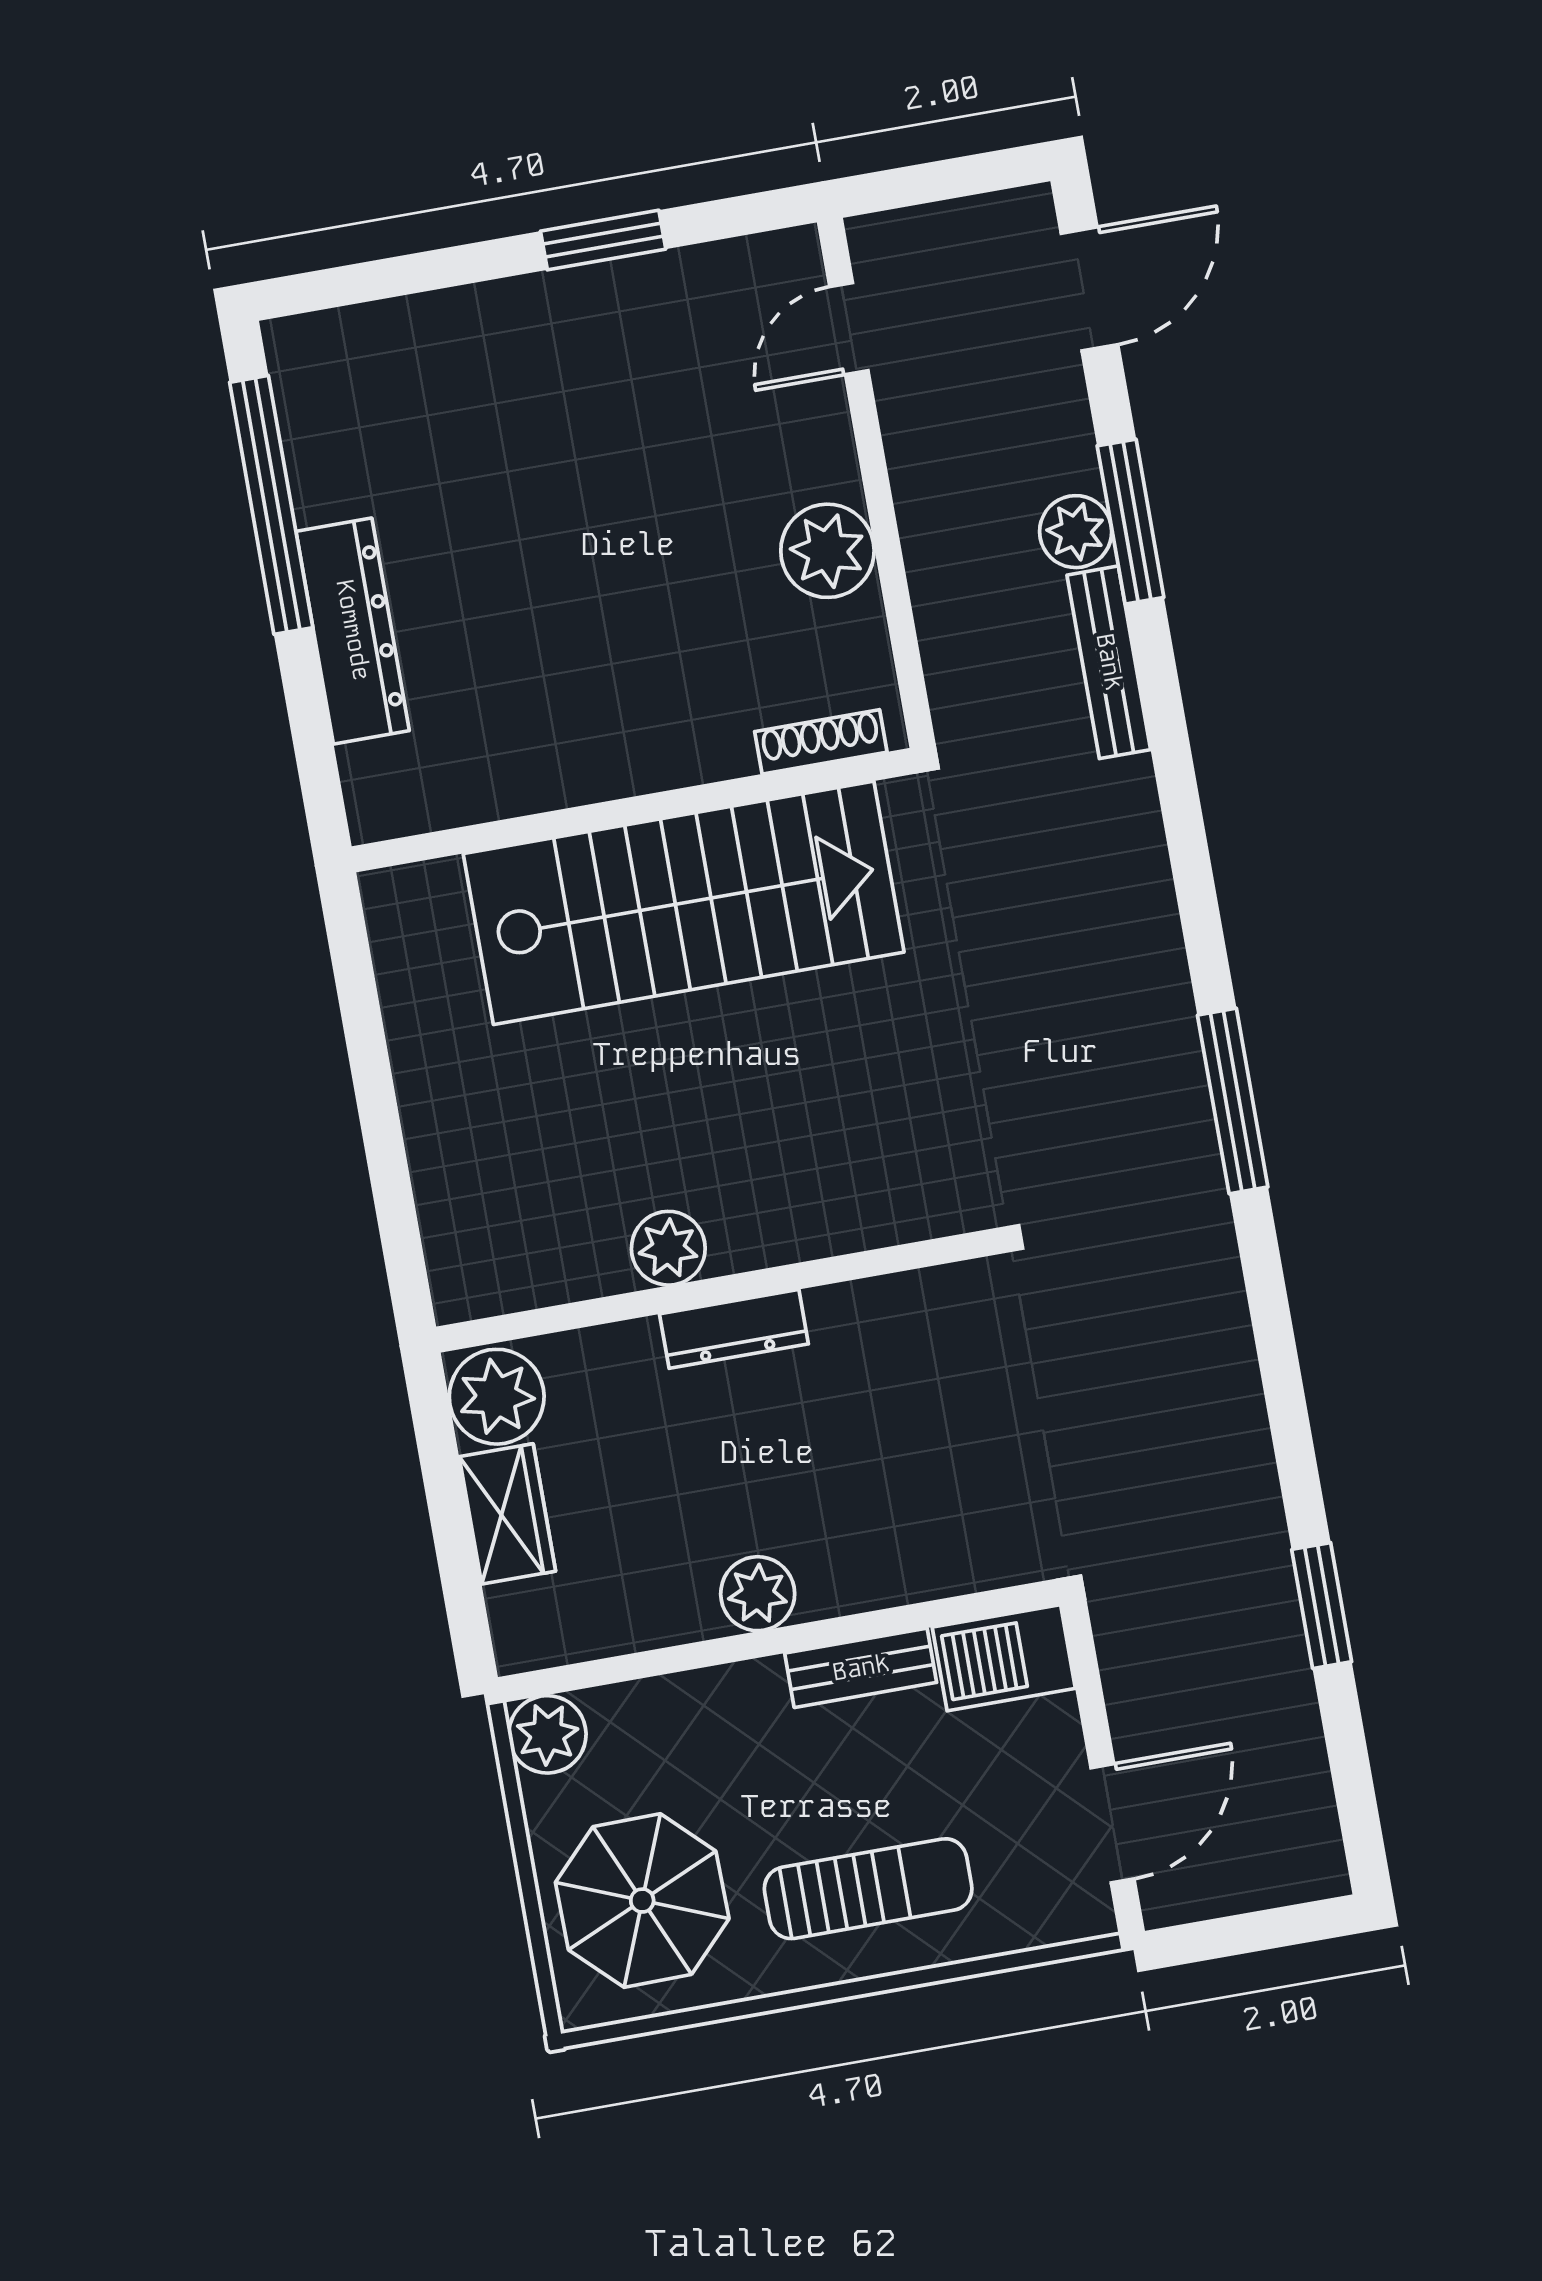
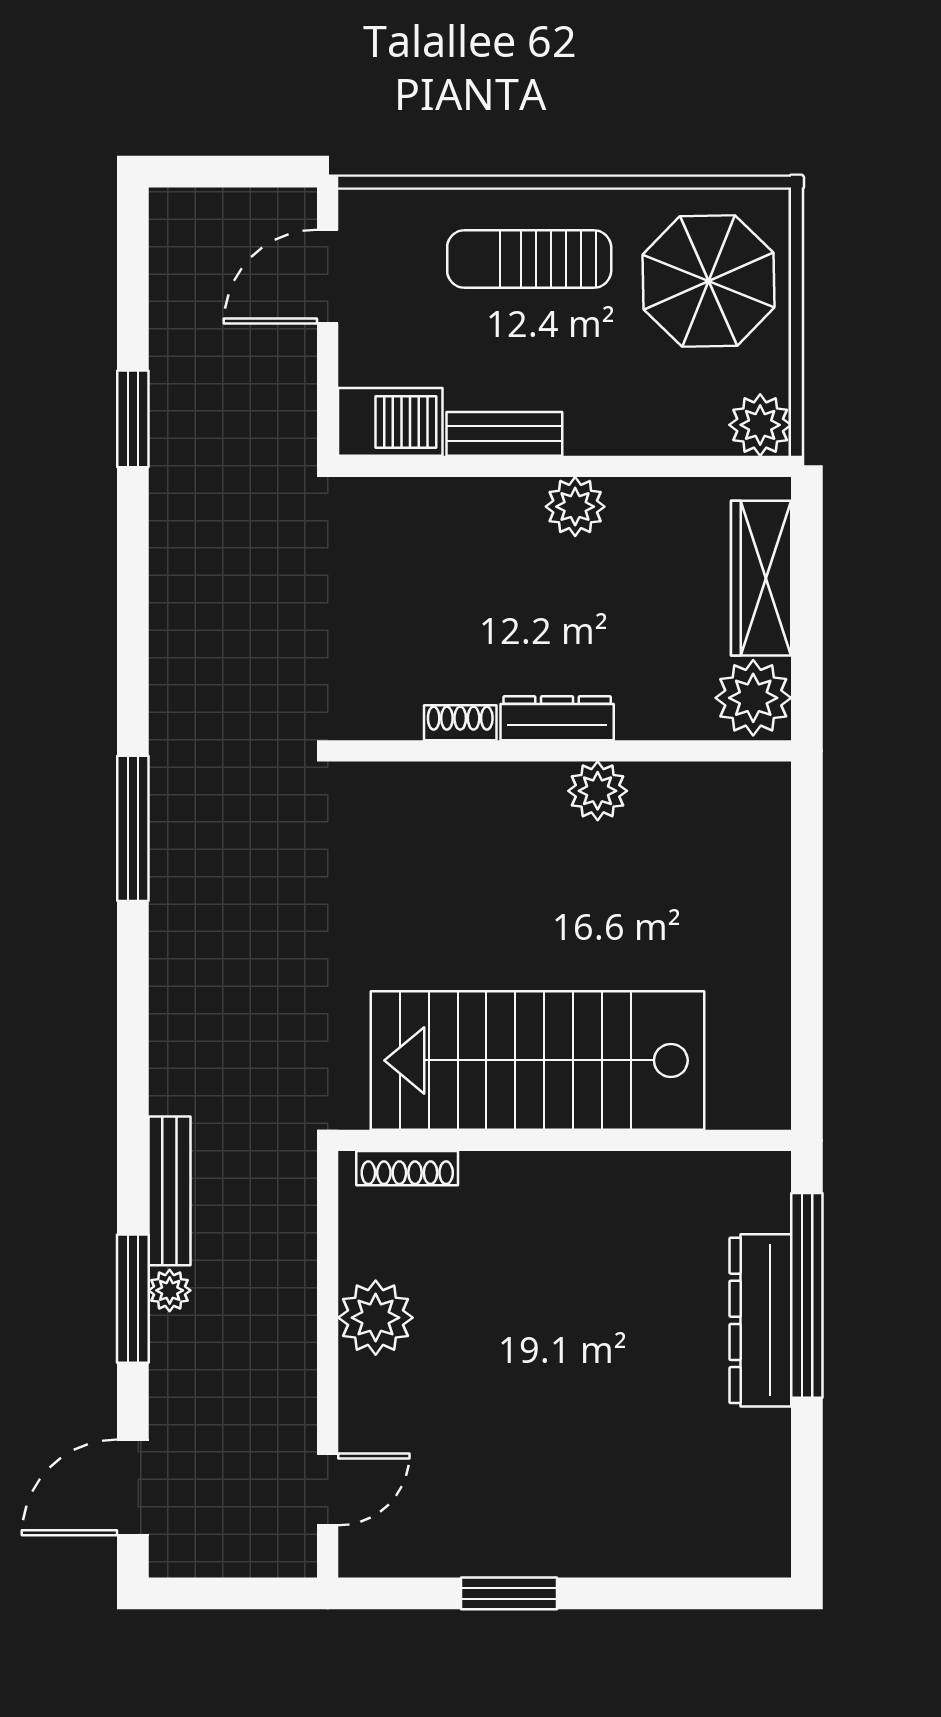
window: (271, 505) -> (807, 1295), moved
plant: (1076, 532) -> (170, 1290), width x0.73, depth x0.73
shoe rack: (852, 1302) -> (460, 723), added
wardrobe: (507, 1514) -> (761, 578), width x1.50

